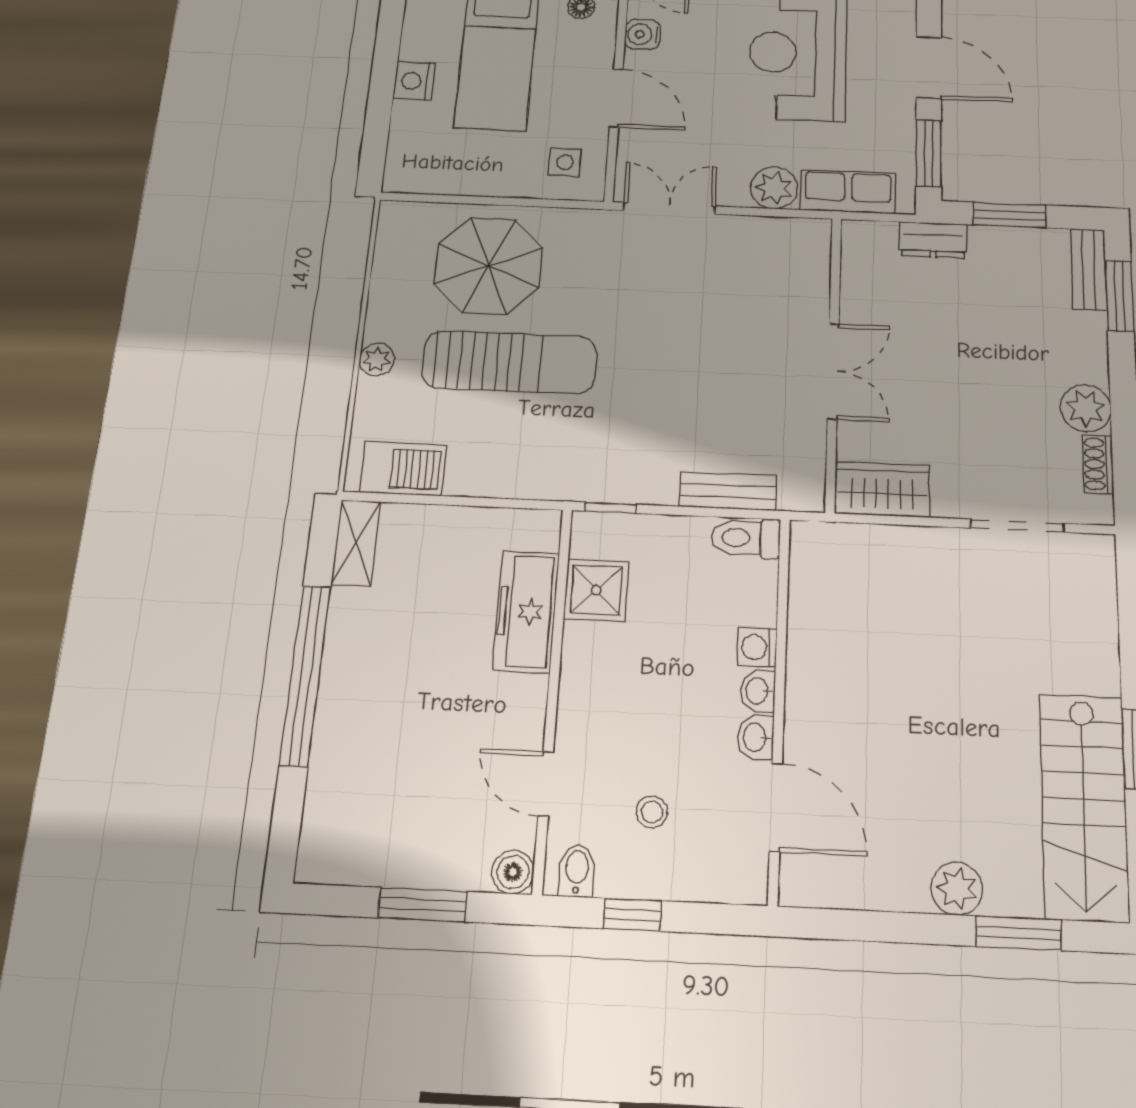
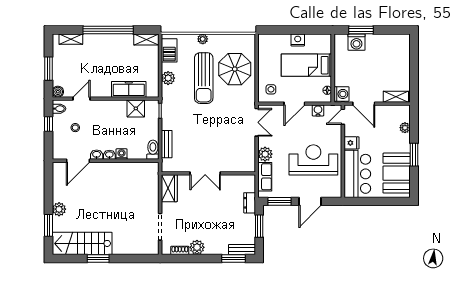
plant: (499, 476) -> (168, 78), added
shelving: (321, 813) -> (71, 39), added

